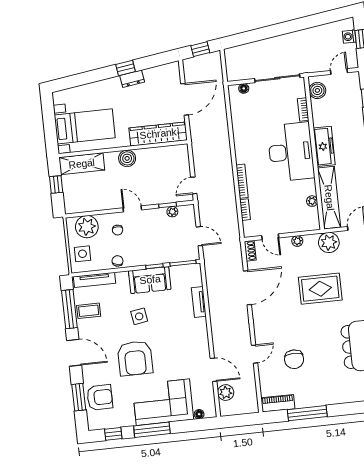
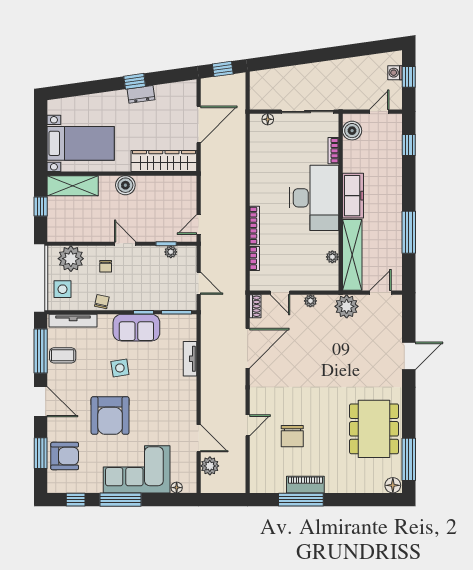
rug: (320, 289) -> (331, 358), removed
piano: (278, 403) -> (305, 485), moved

